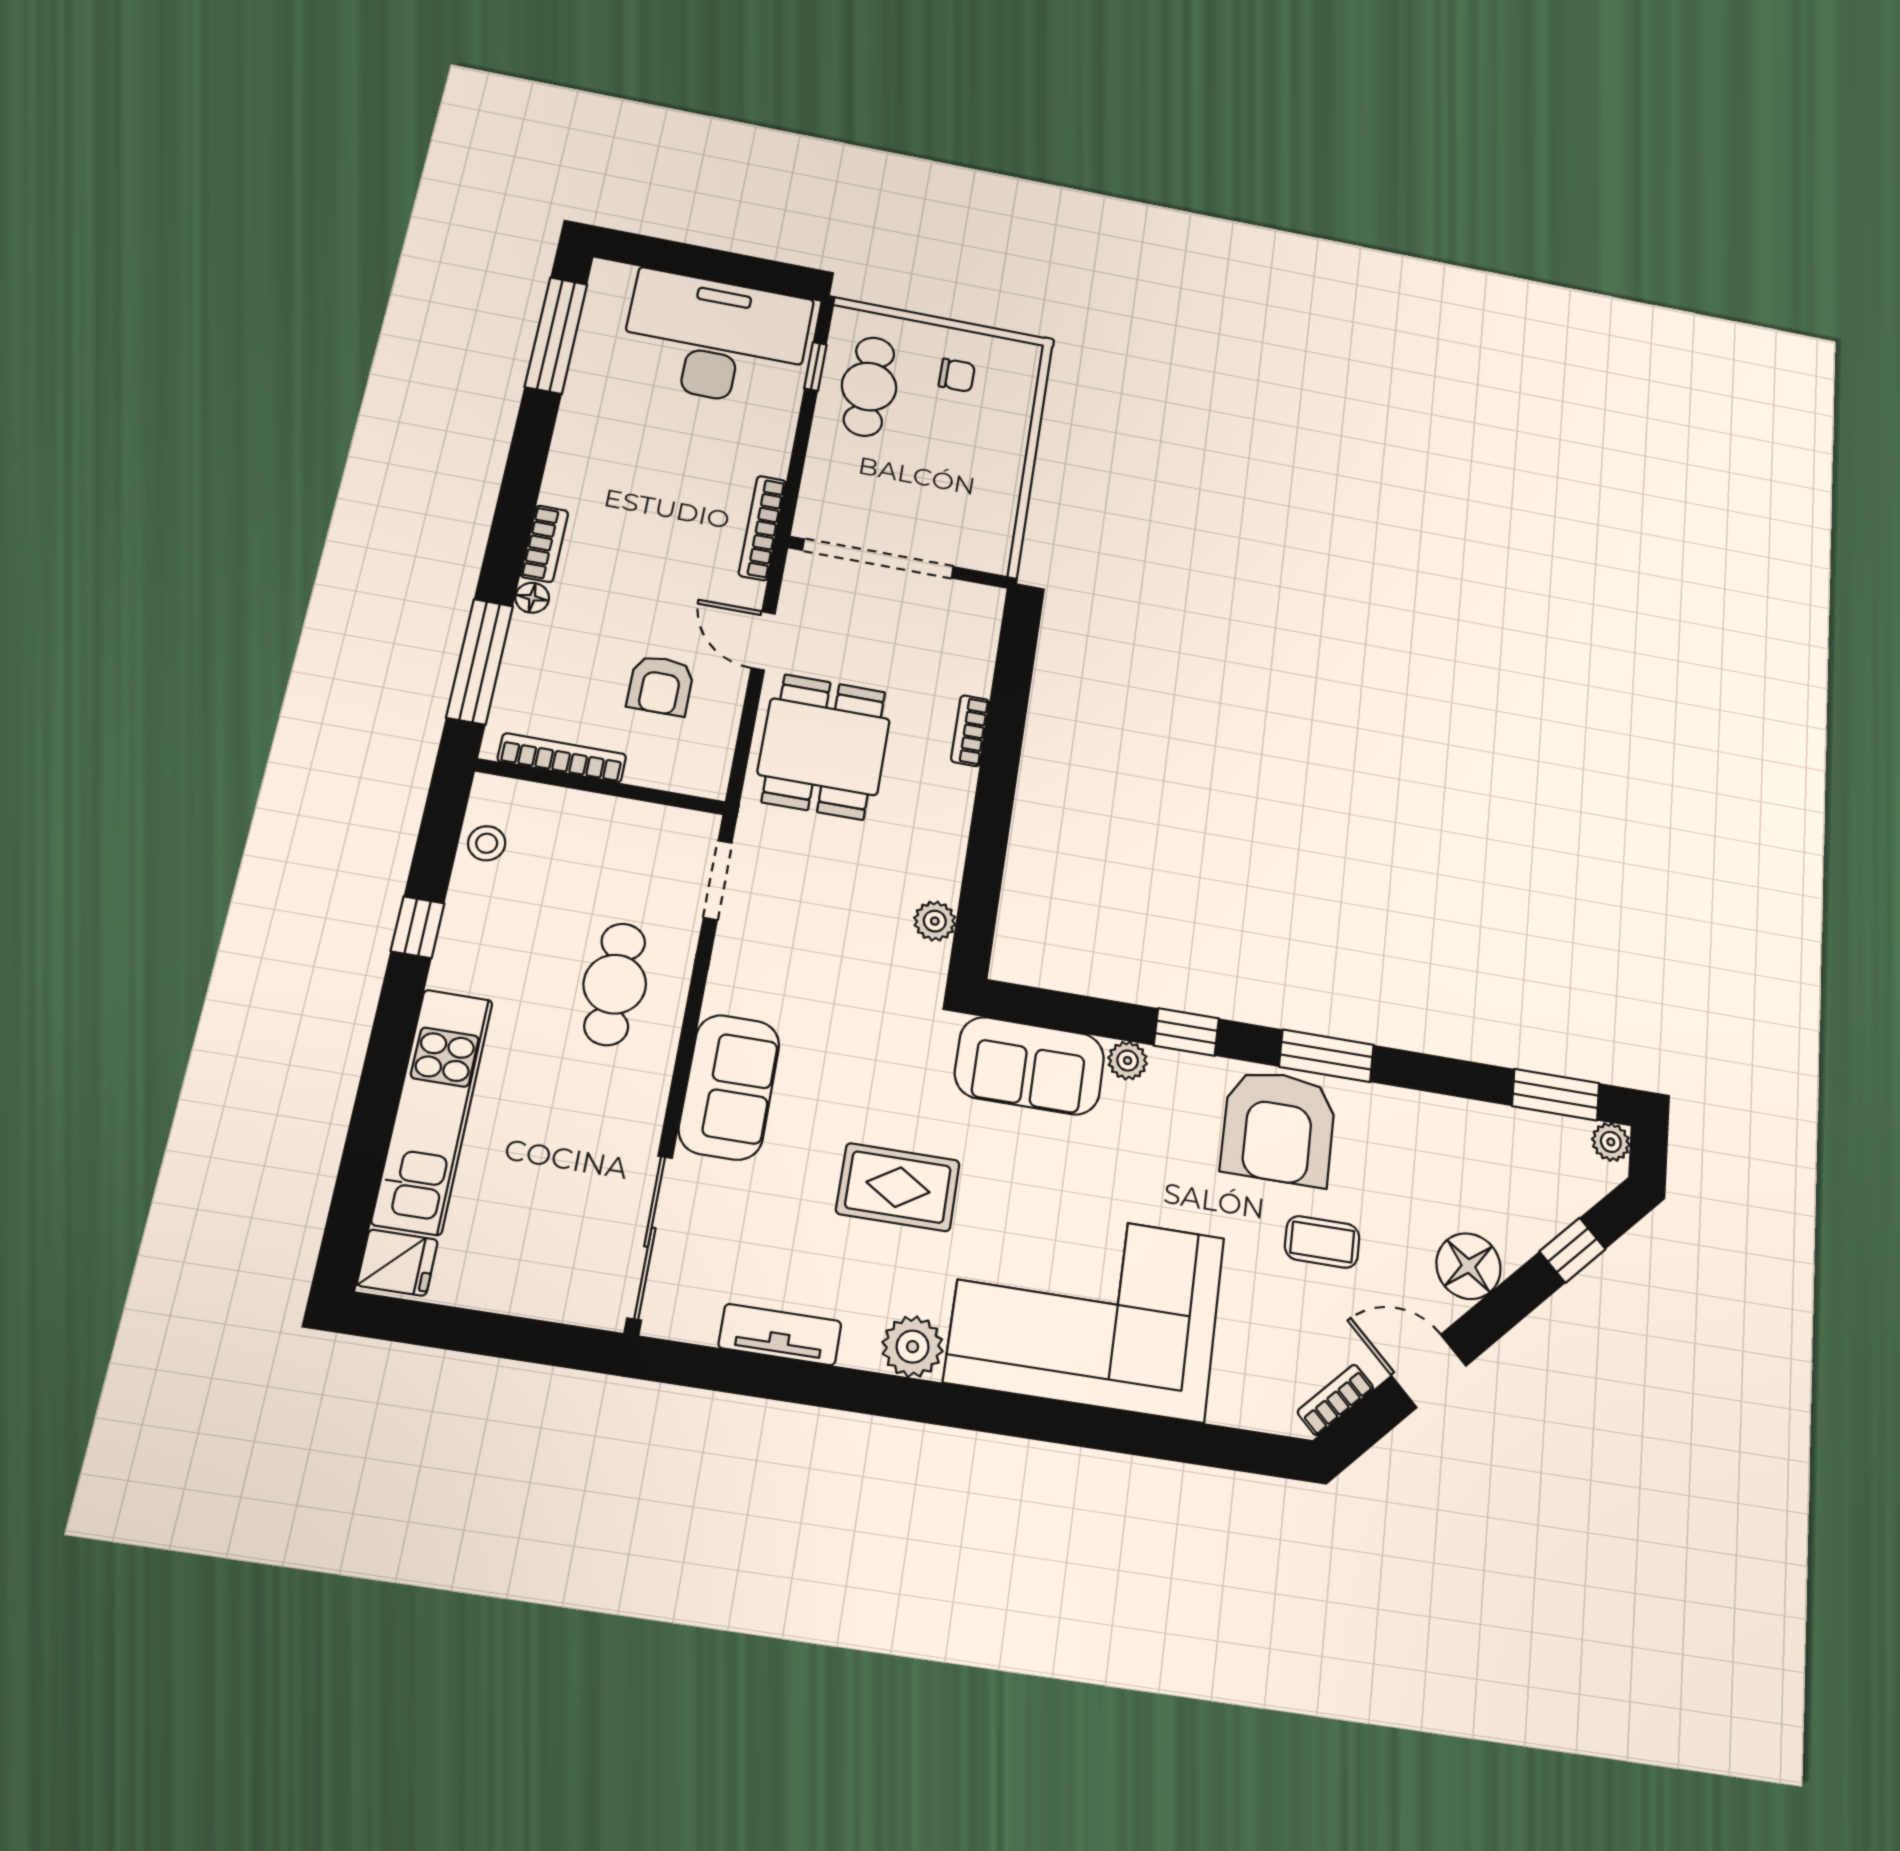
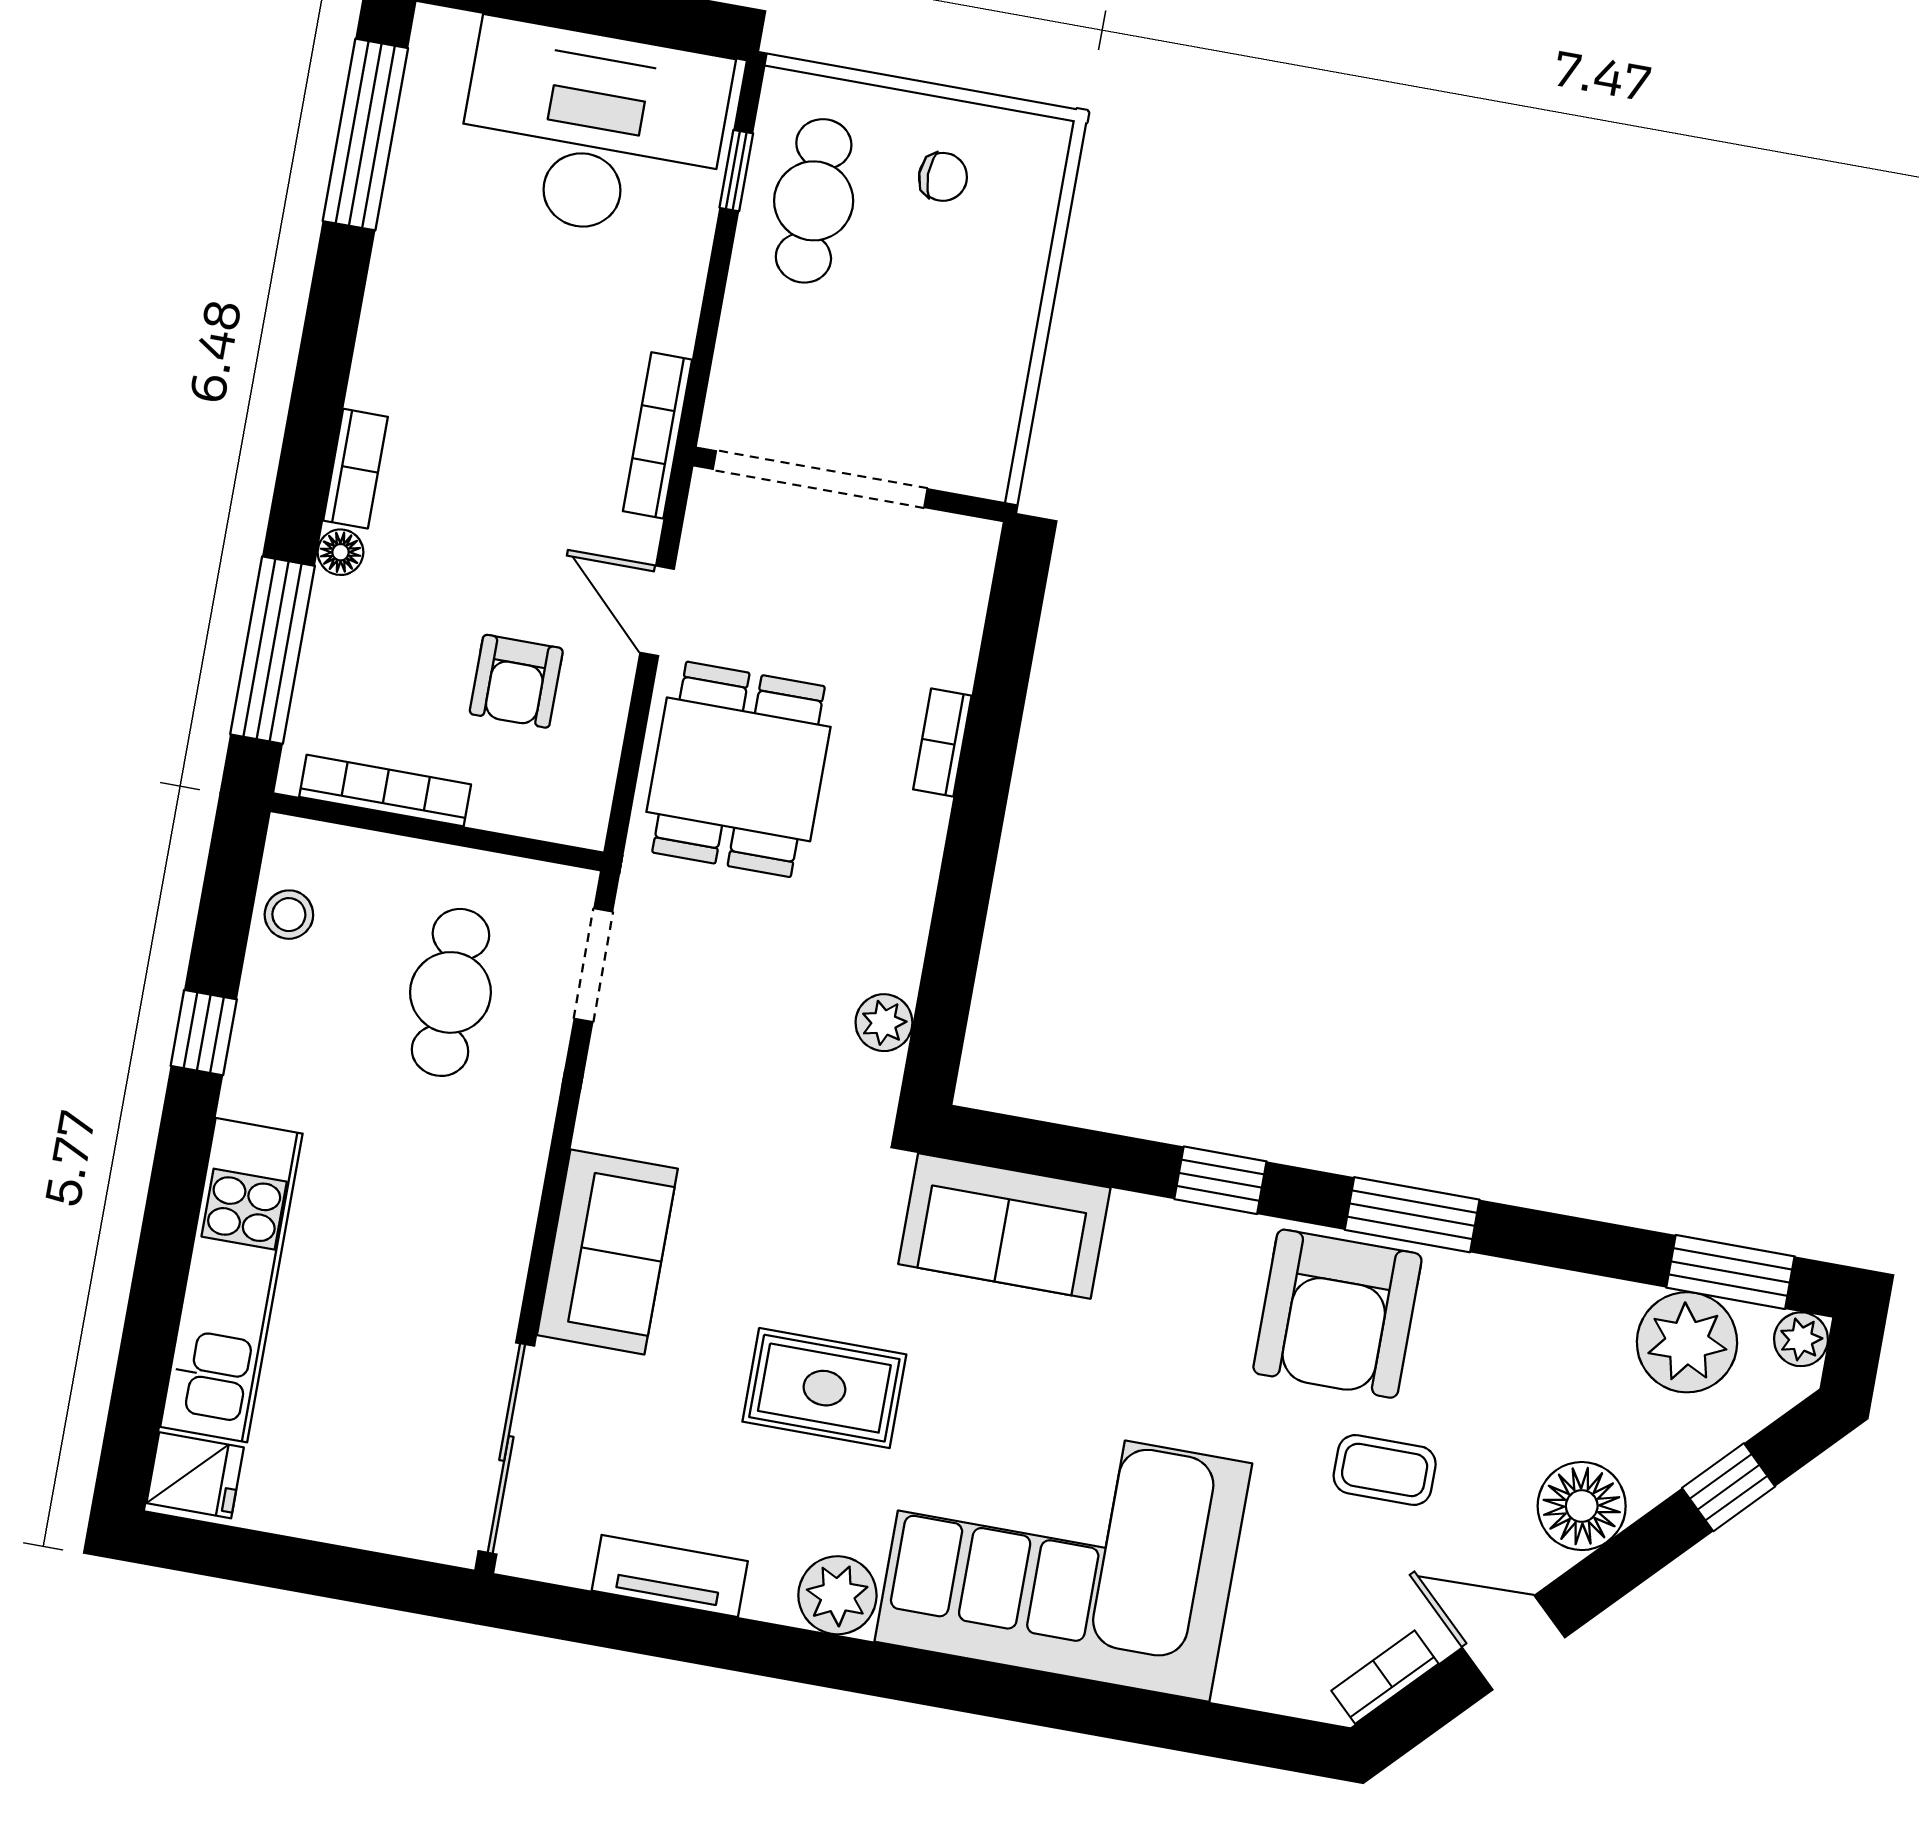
cafe table: (615, 984) -> (450, 992), moved
plant: (1128, 1061) -> (1687, 1342), moved, width x1.88, depth x1.88

